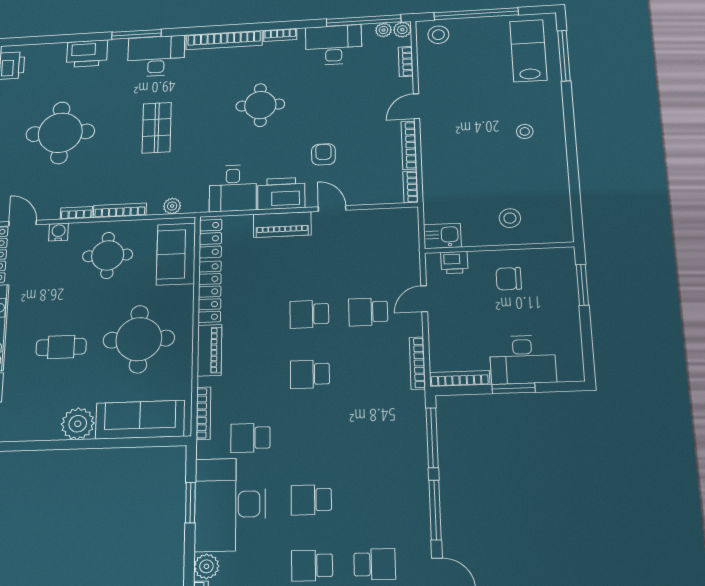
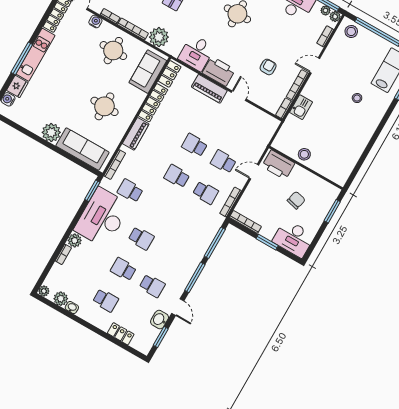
stool: (525, 131) -> (357, 98), moved
armchair: (323, 154) -> (268, 67), moved
plant: (172, 206) -> (159, 37), width x1.88, depth x1.88
stool: (510, 218) -> (304, 154), moved
kitchen sink: (442, 236) -> (301, 107), moved, turned 90
printer: (454, 263) -> (278, 165), width x1.87, depth x1.48
chair: (509, 279) -> (296, 200), moved, turned 104
round table: (139, 339) -> (104, 106), width x0.73, depth x0.73
cafe table: (61, 347) -> (64, 87), removed
desk: (523, 360) -> (294, 238), moved
school desk: (370, 372) -> (206, 193), added
school desk: (311, 500) -> (141, 238), turned 180
window: (190, 503) -> (92, 191), moved

